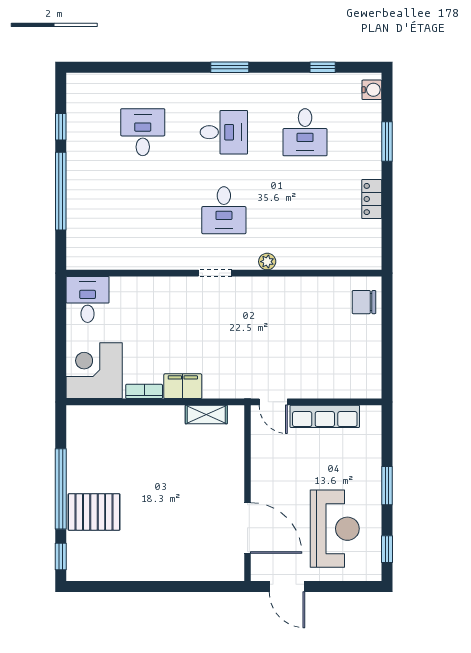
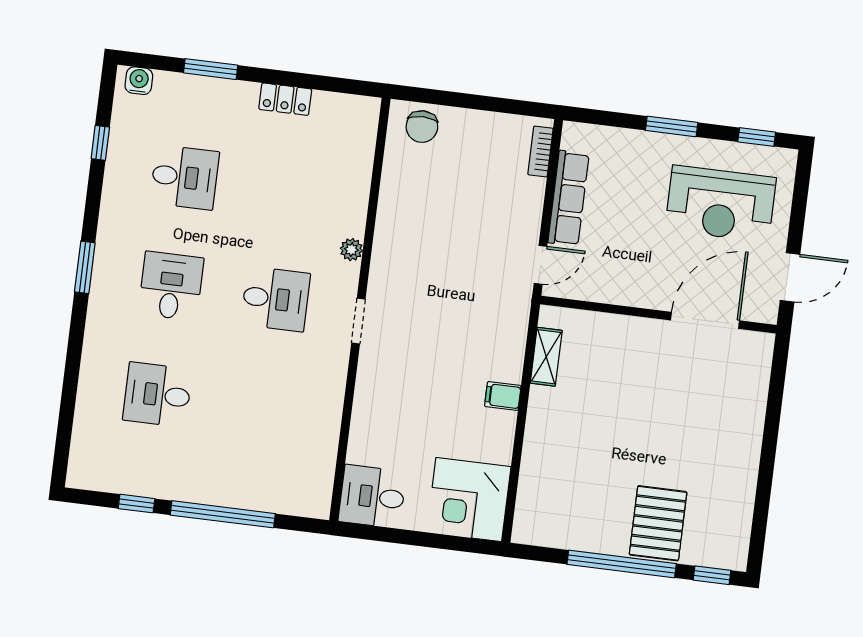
filing cabinet: (183, 386) -> (503, 396), width x0.50
bookcase: (144, 391) -> (540, 151), moved
reception desk: (335, 529) -> (721, 204), turned 180

